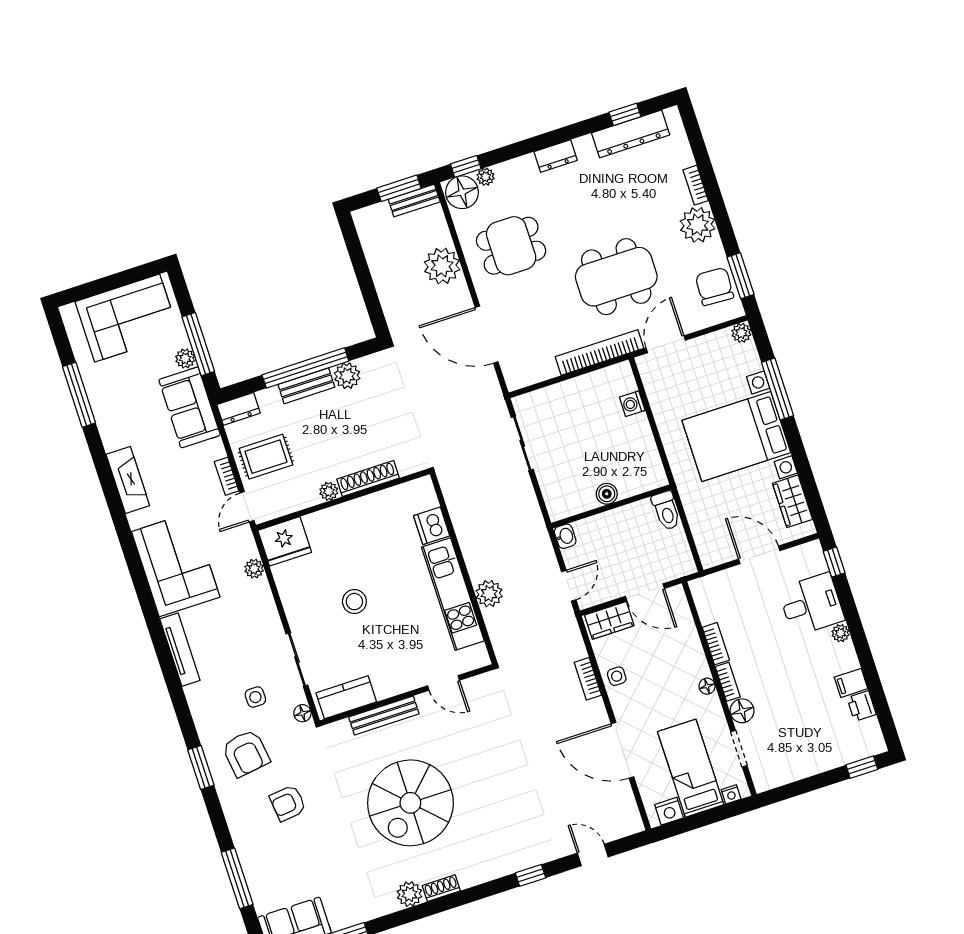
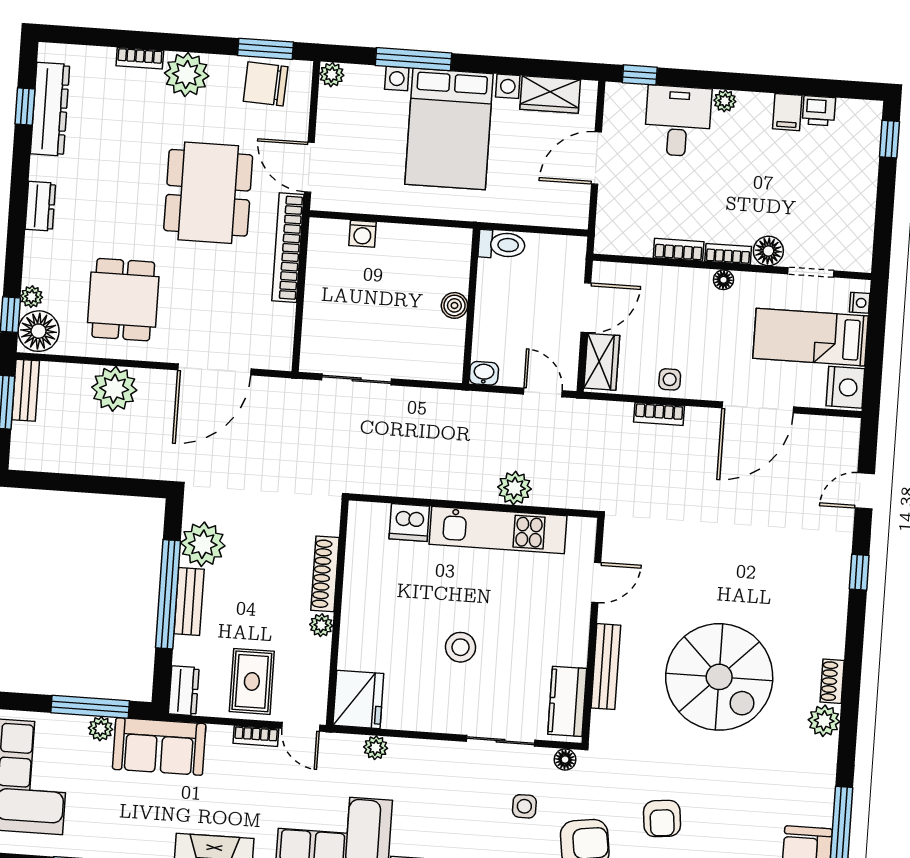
plant: (347, 376) -> (203, 544), width x1.36, depth x1.36
nightstand: (669, 811) -> (845, 387), width x1.36, depth x1.33

